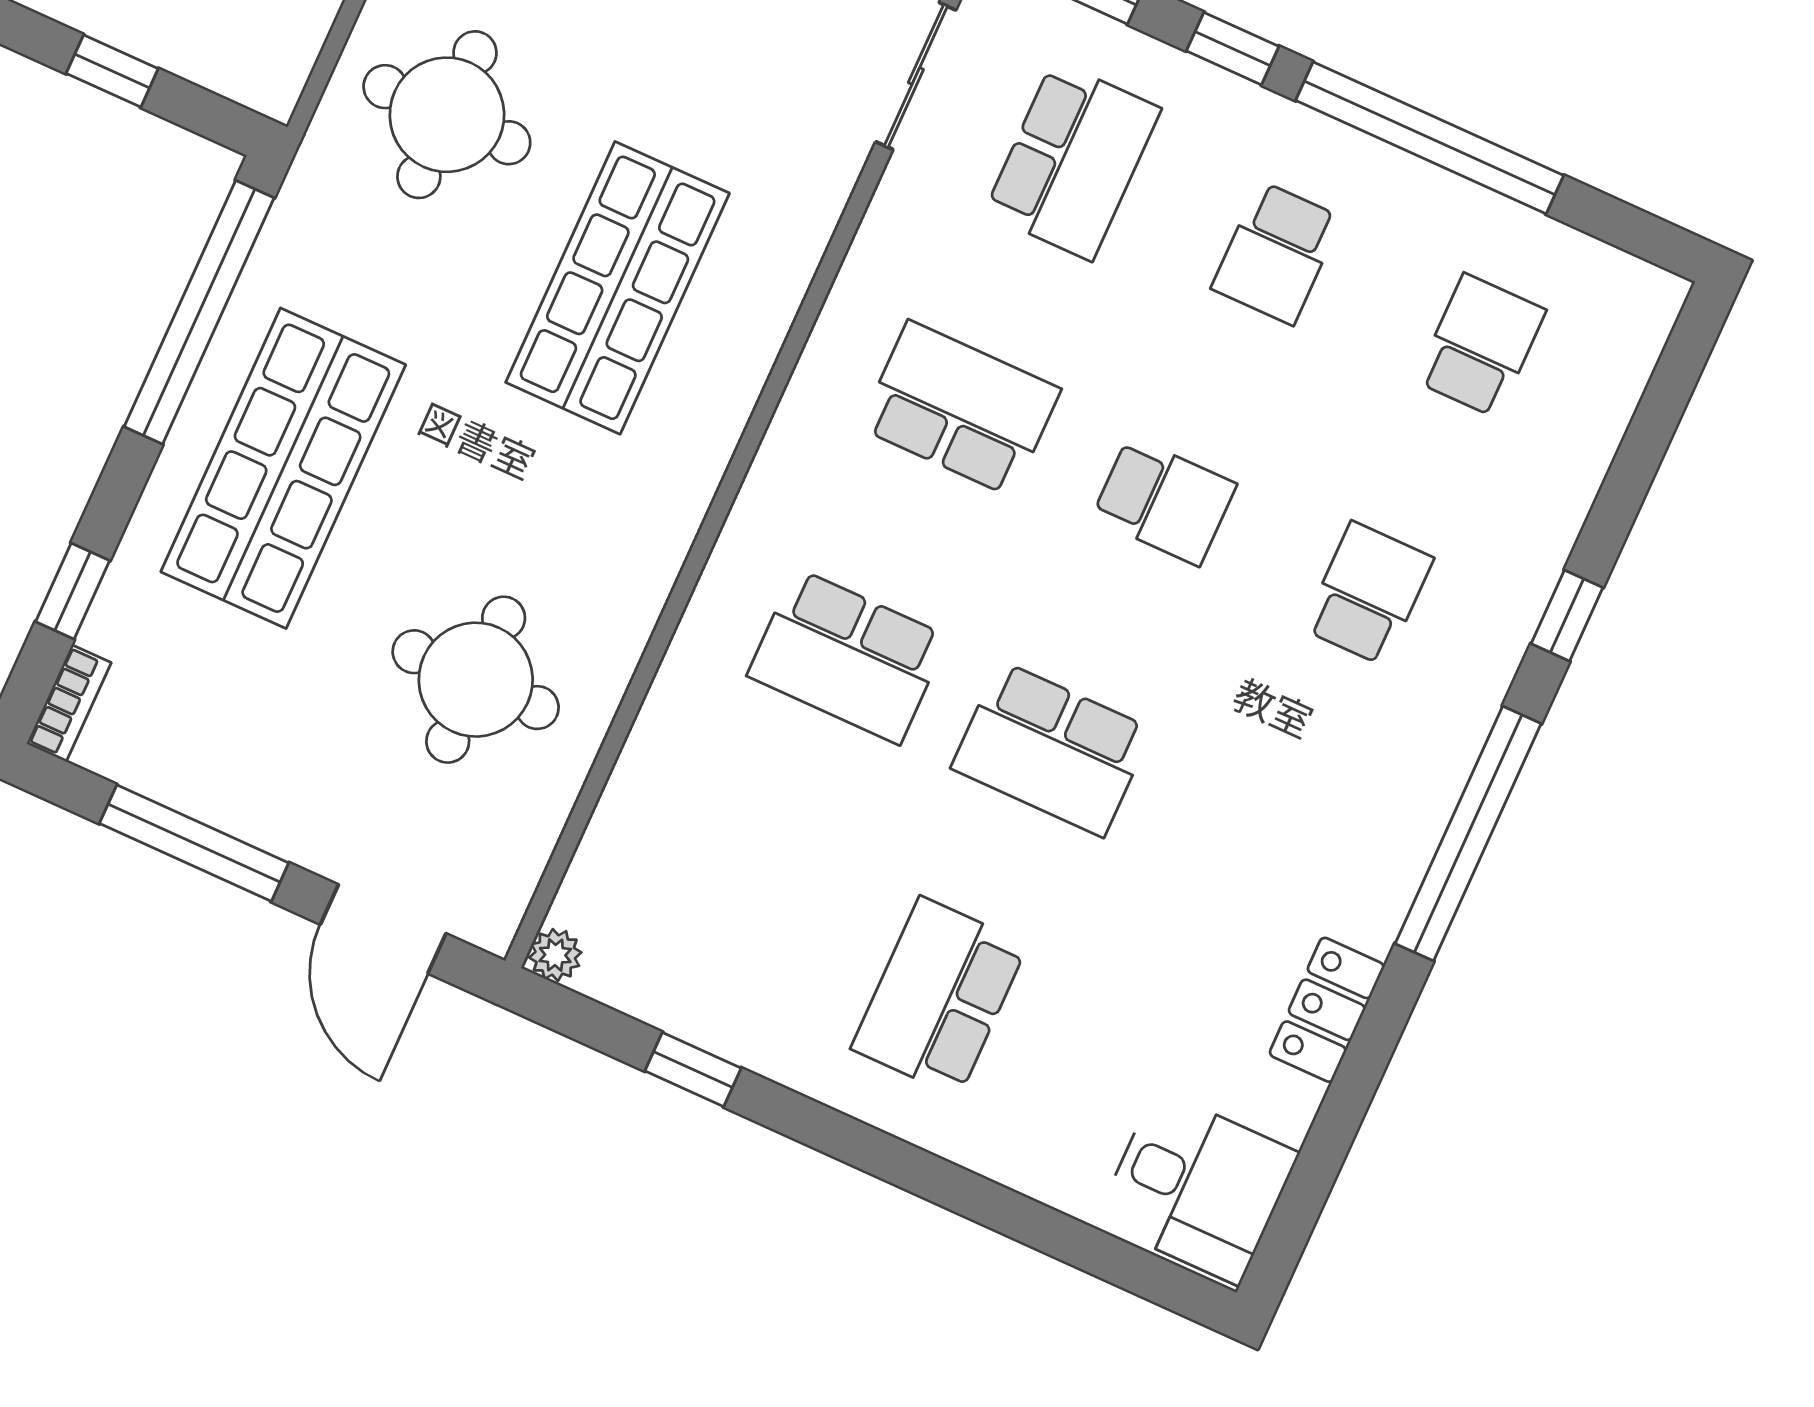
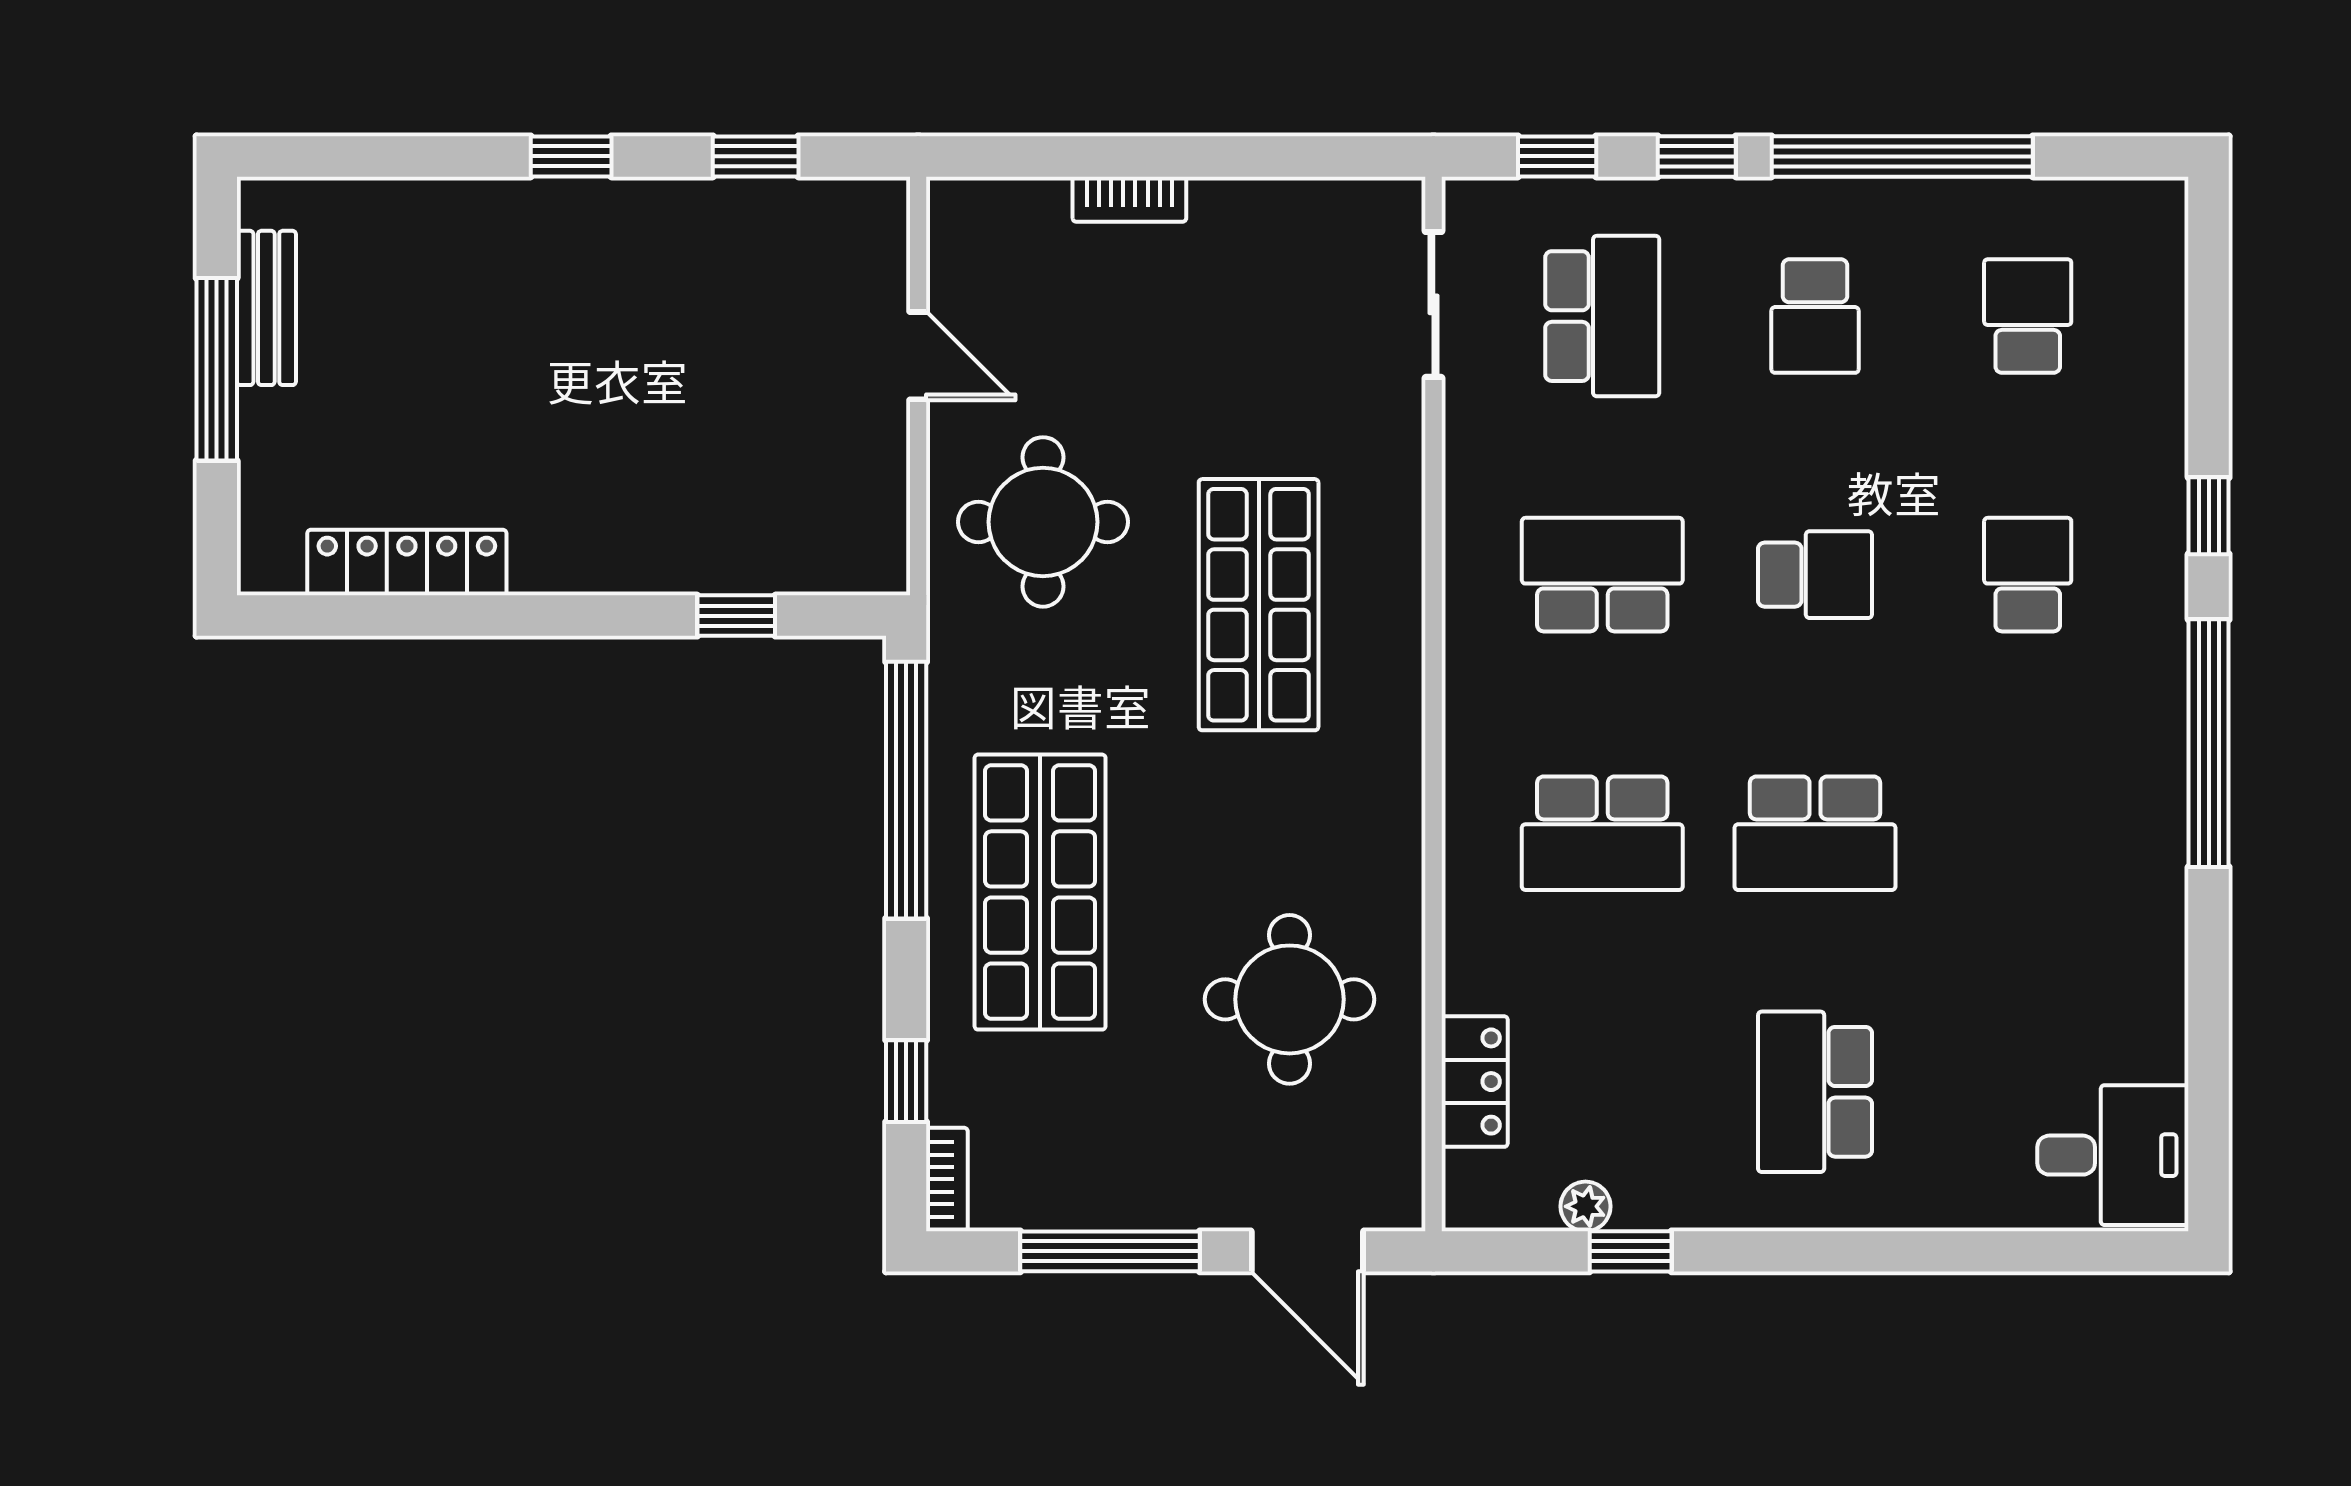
plant: (555, 955) -> (1585, 1206), moved
locker: (1327, 1010) -> (1475, 1082), moved, turned 180

